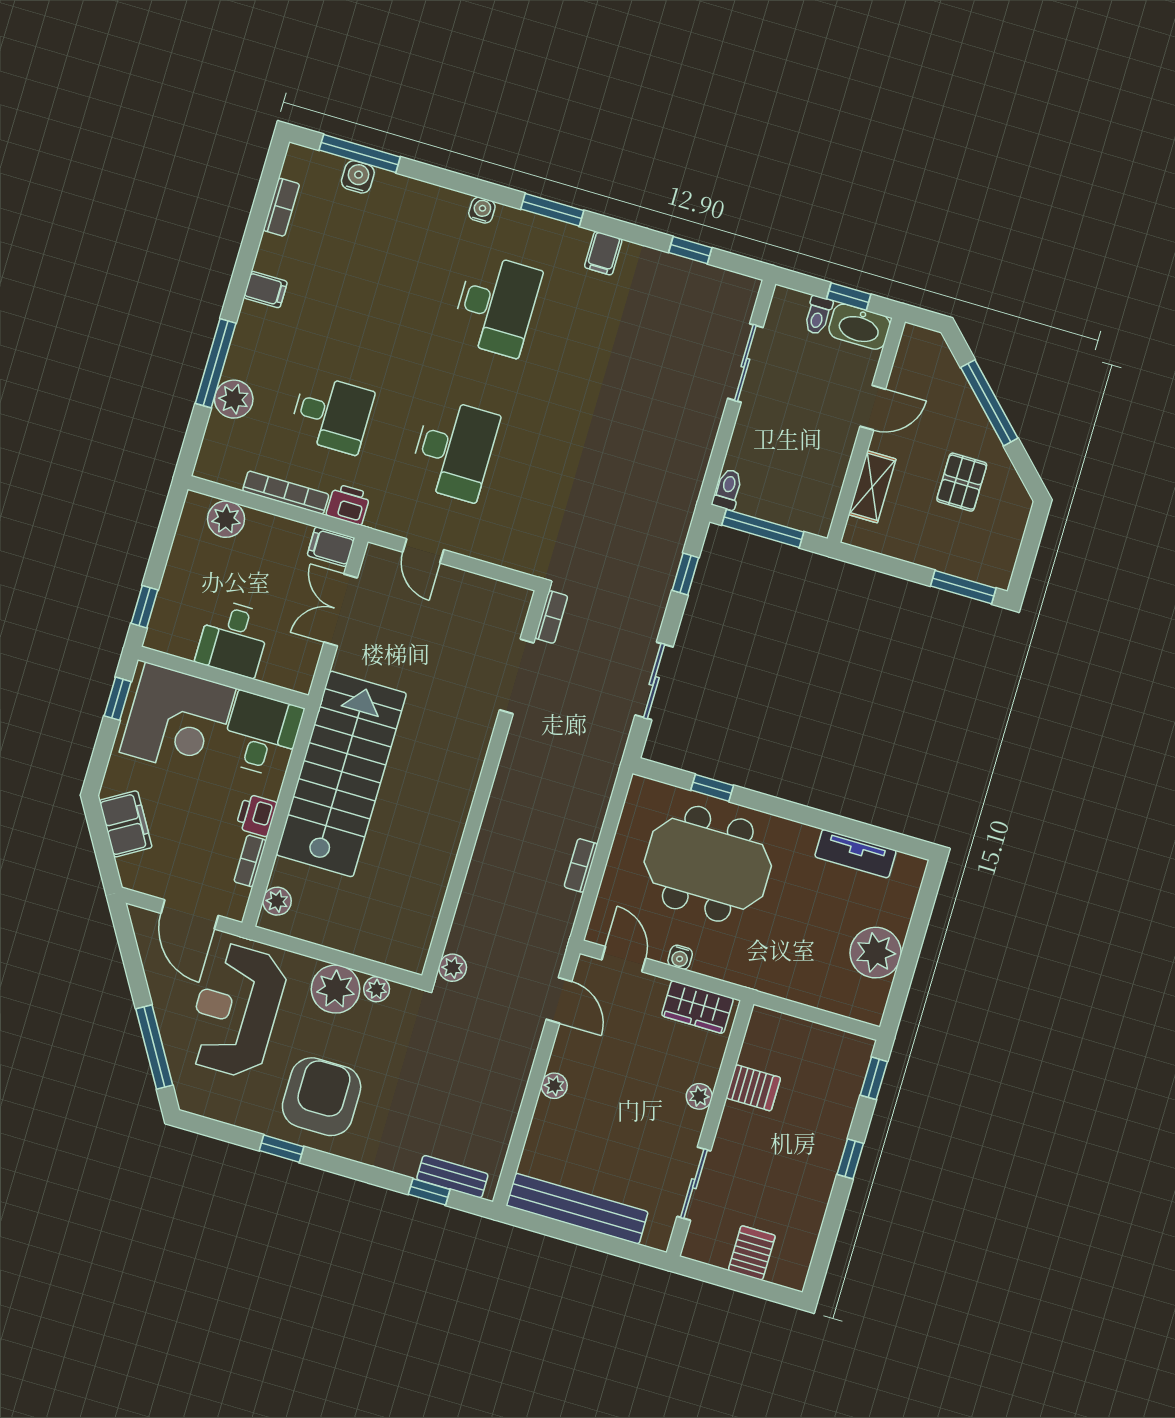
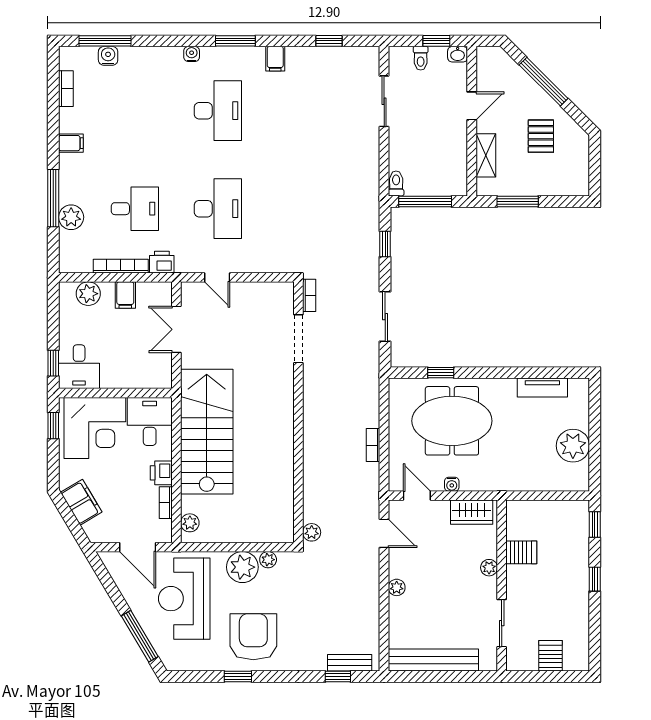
washbasin: (859, 327) -> (458, 54), width x0.52, depth x0.69
filing cabinet: (331, 547) -> (125, 295), moved, turned -90
window: (963, 587) -> (518, 201), moved
desk: (233, 638) -> (79, 367), moved

